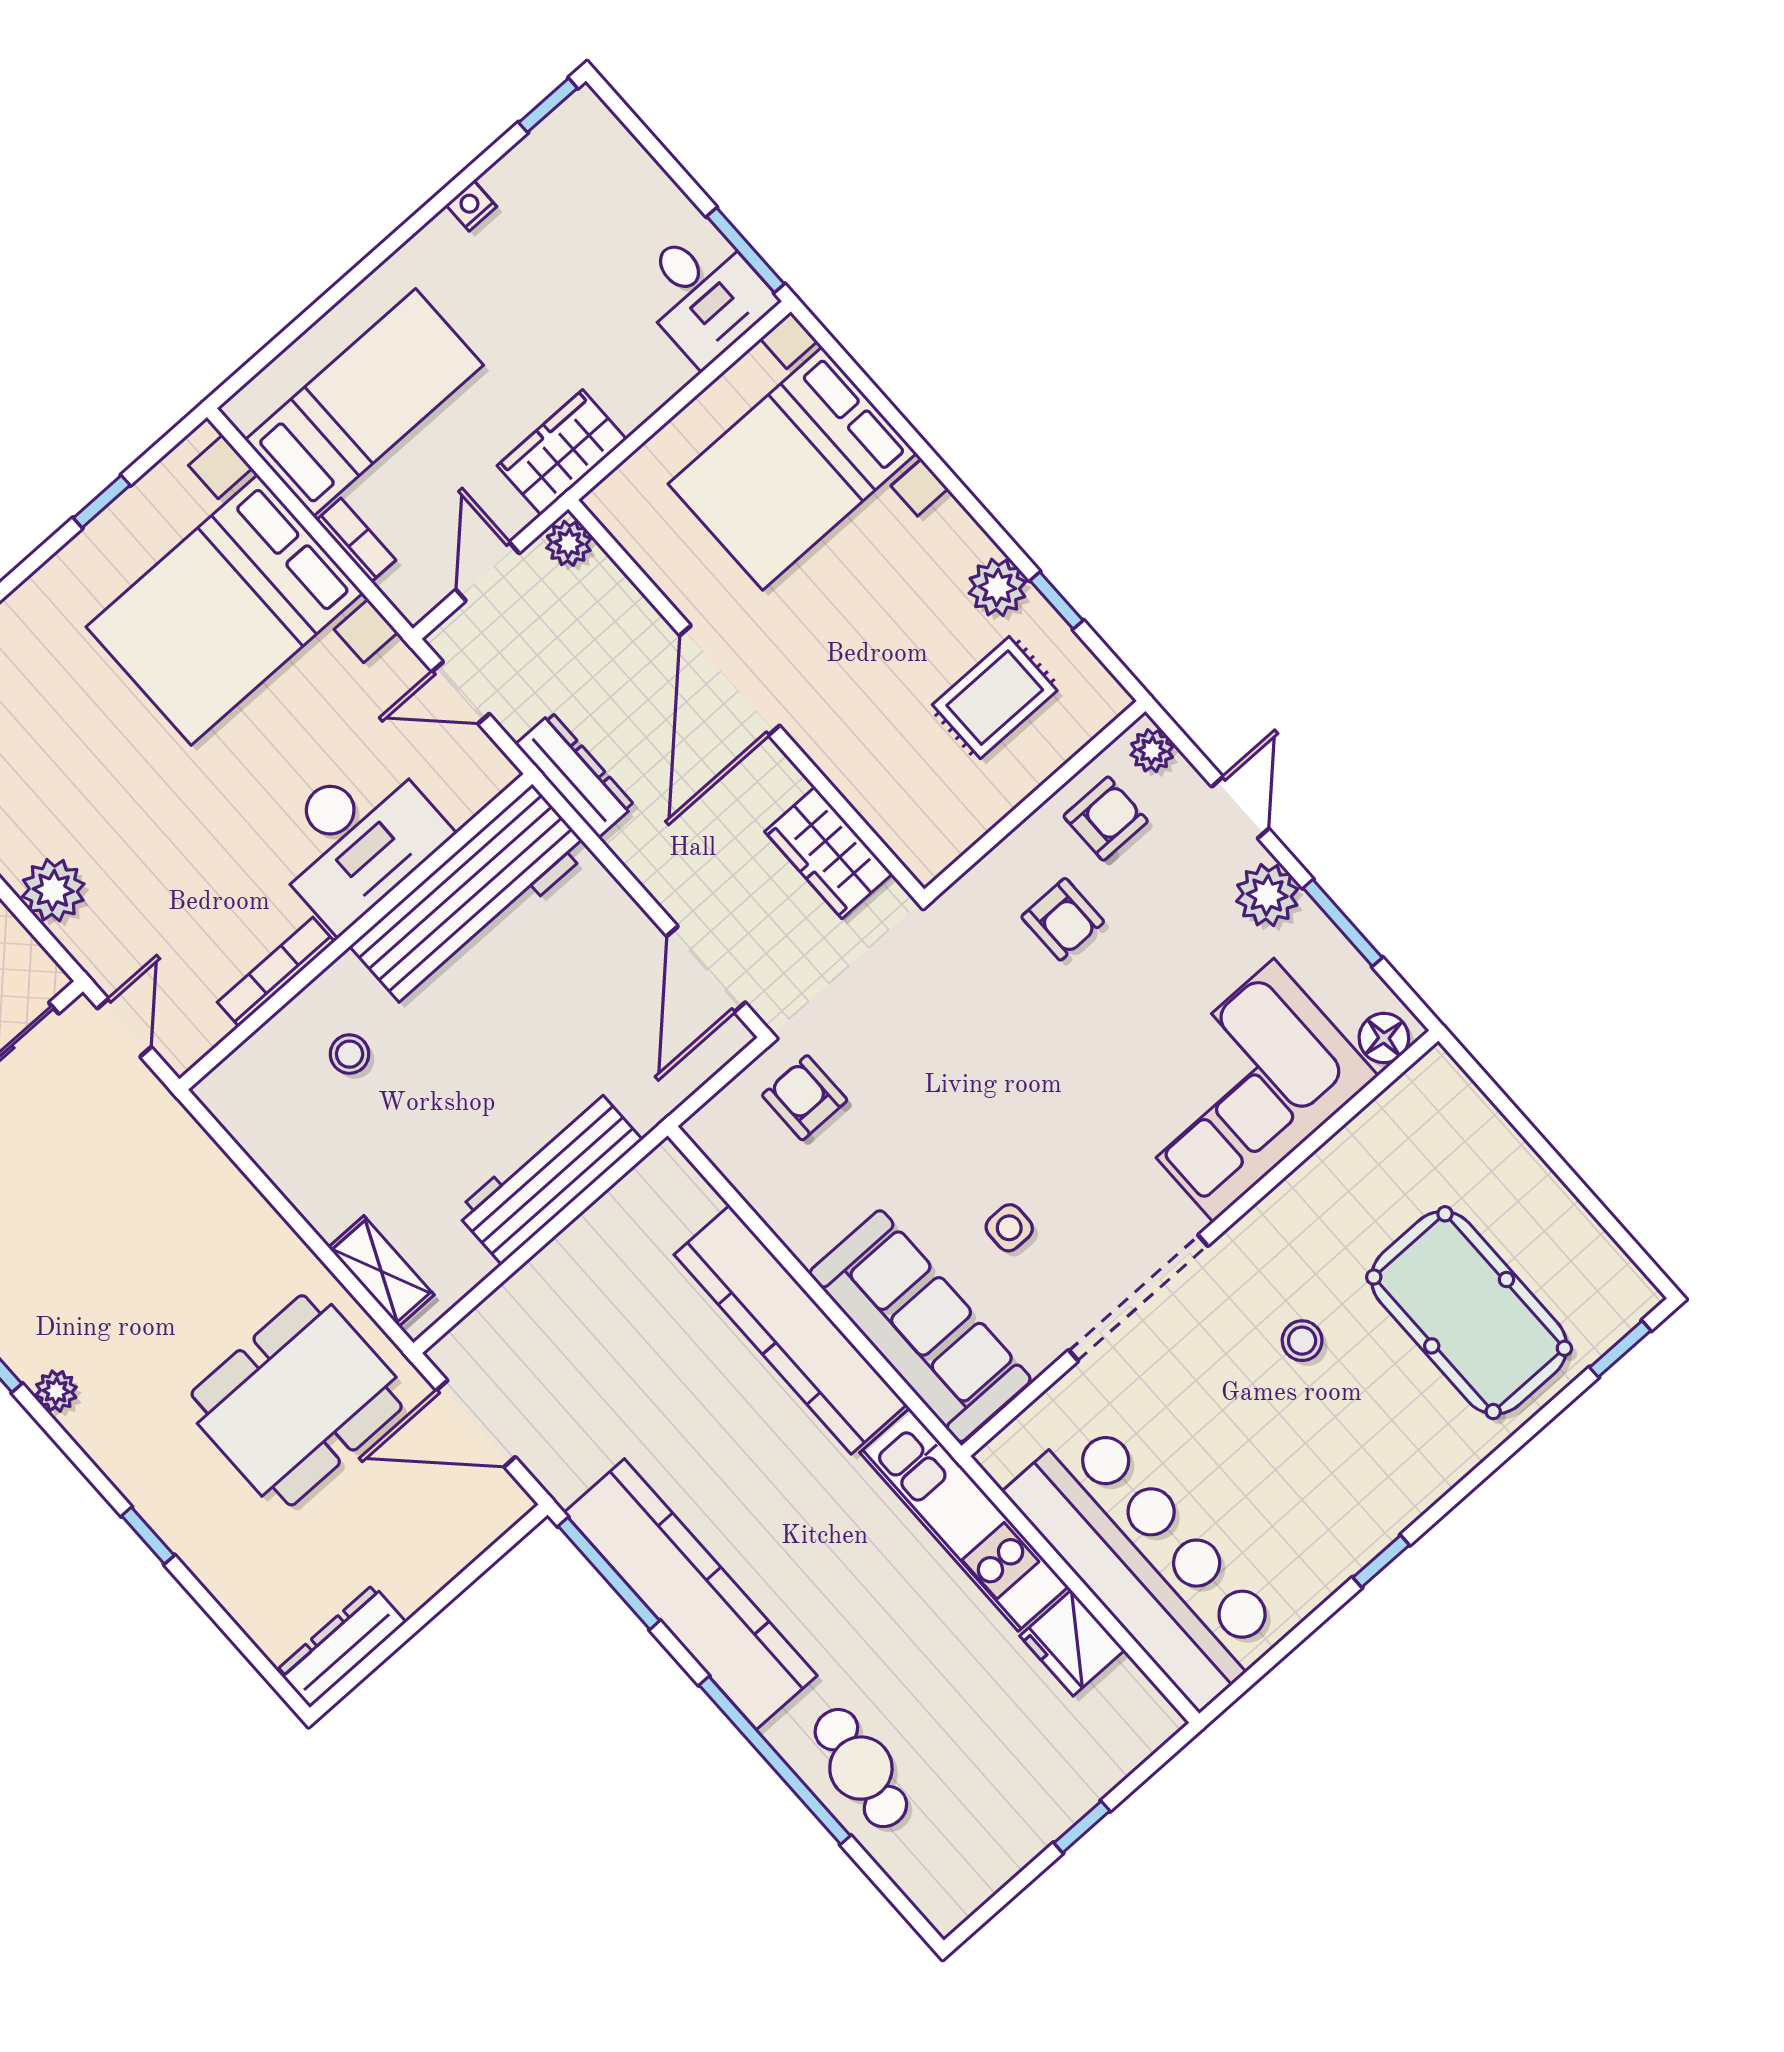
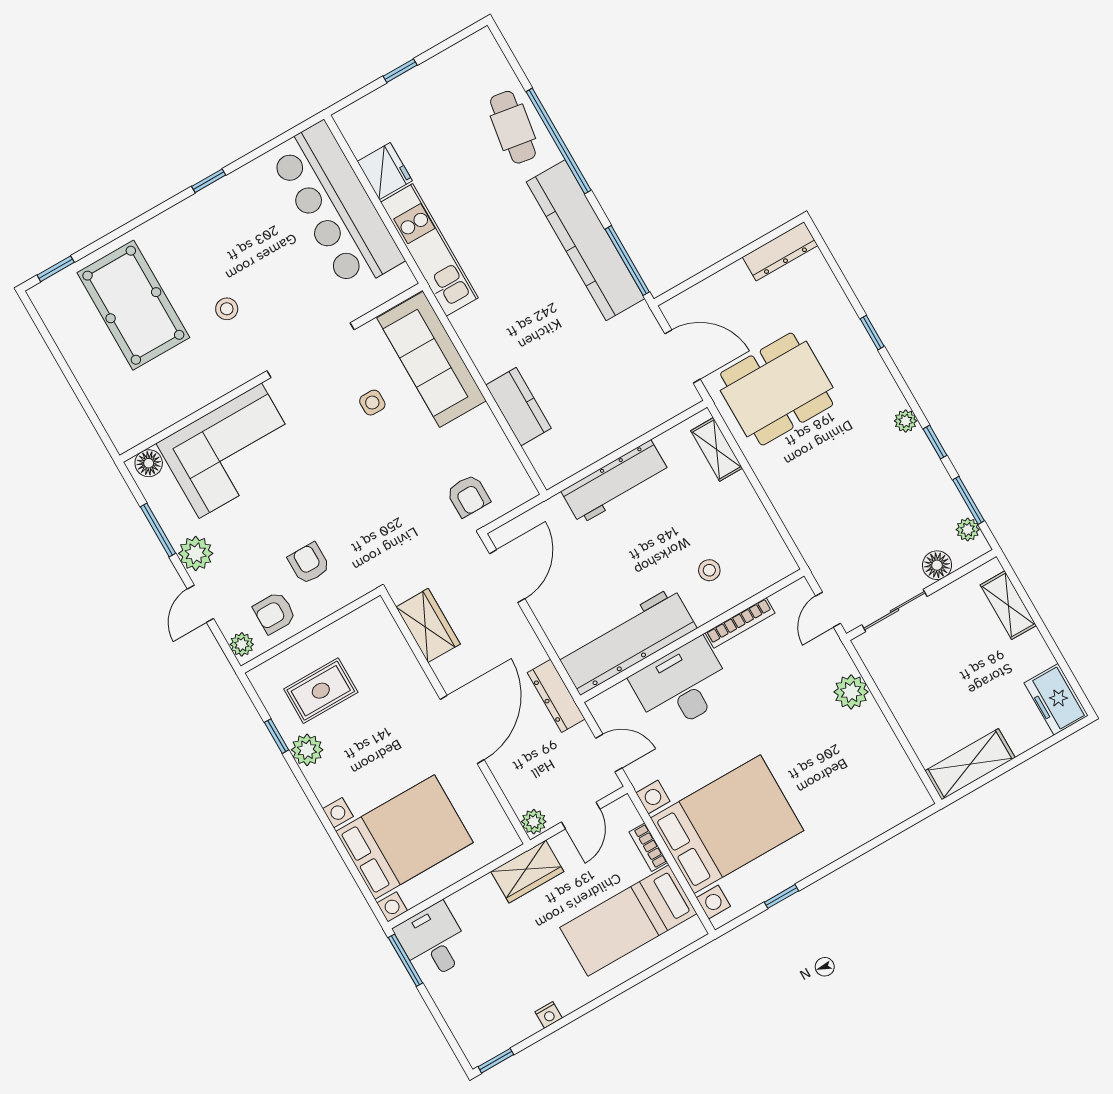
kitchen counter: (790, 1330) -> (518, 407), width x0.48, depth x0.86

